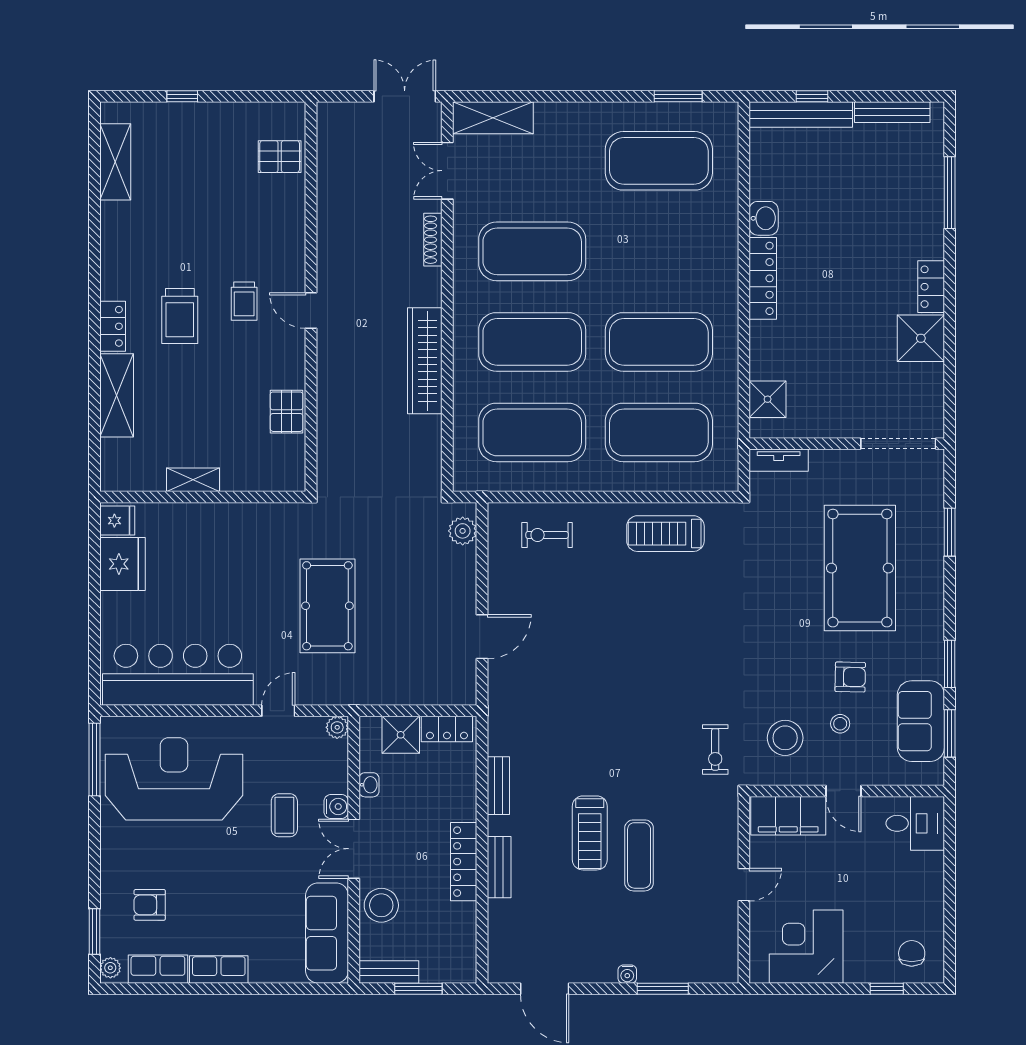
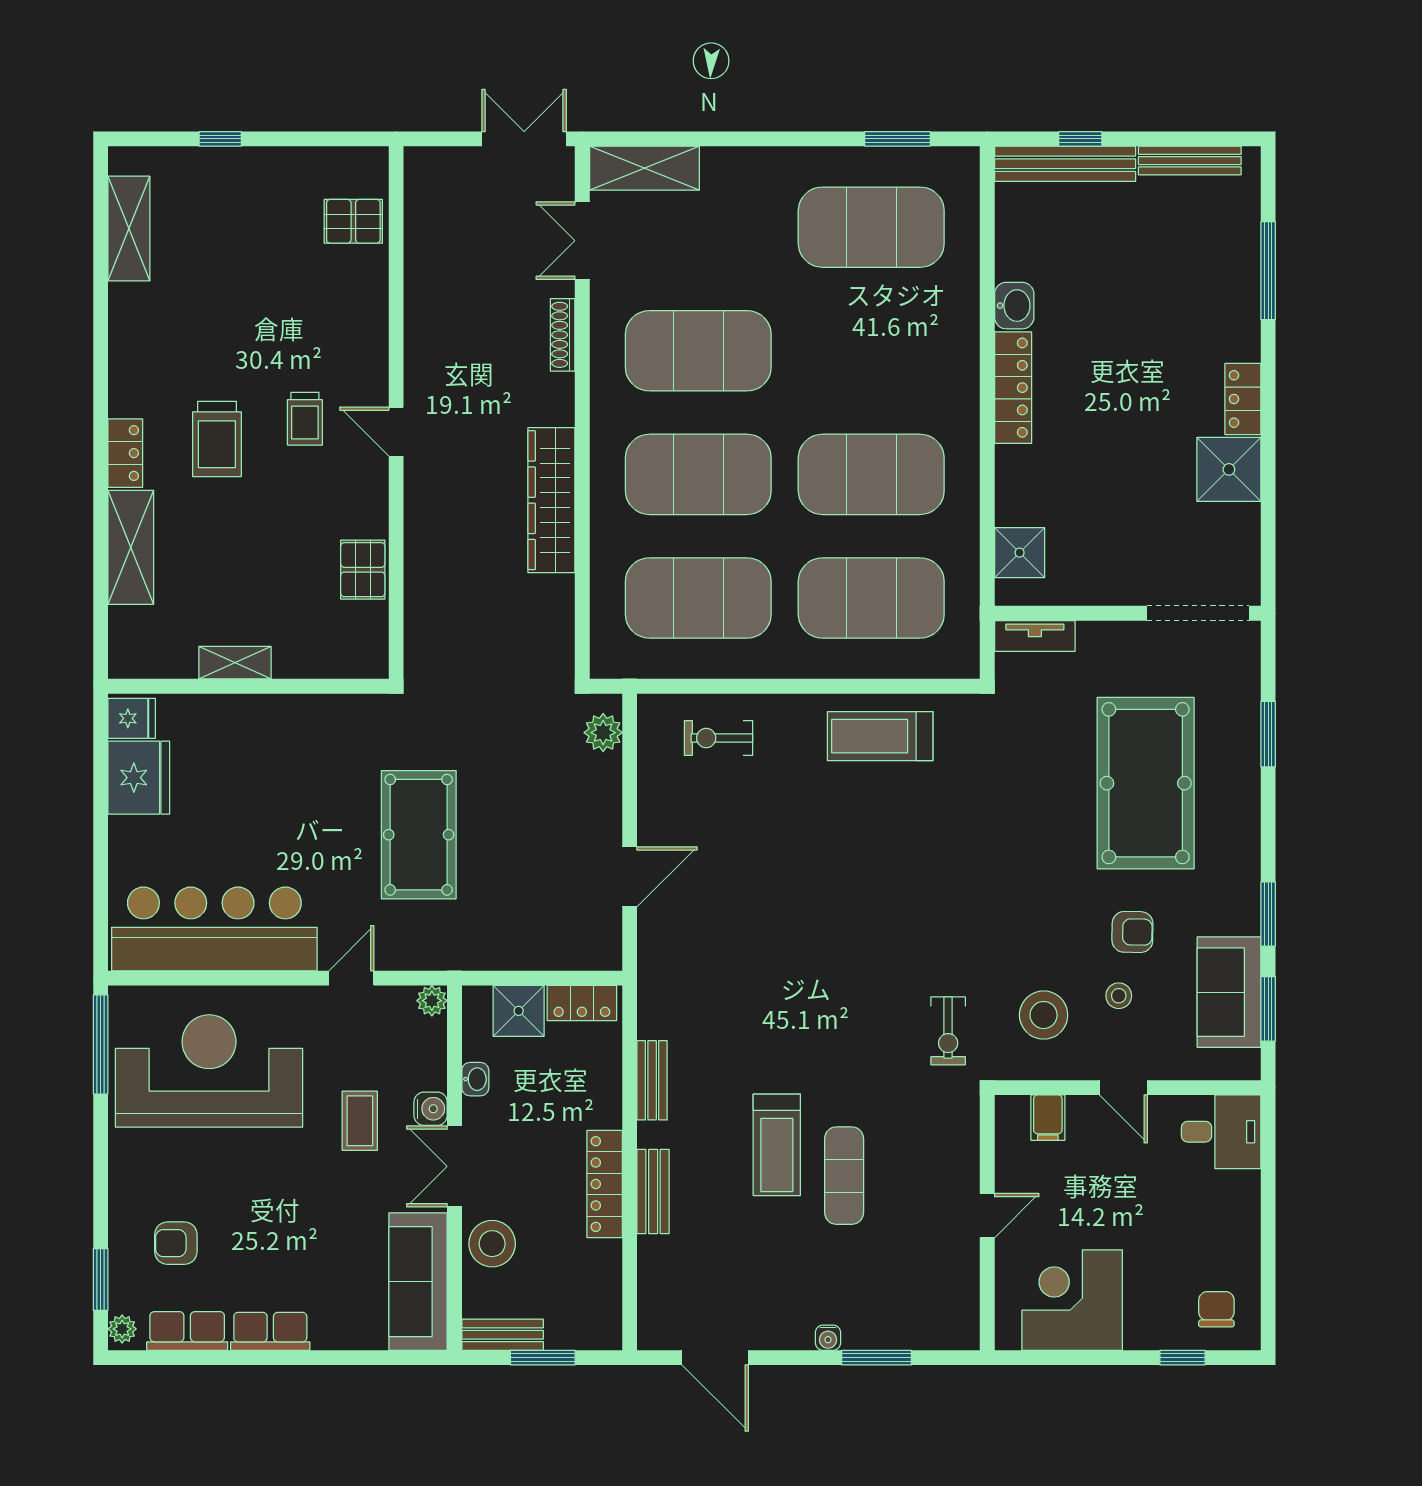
filing cabinet: (788, 816) -> (1048, 1118), width x0.33, depth x0.86

